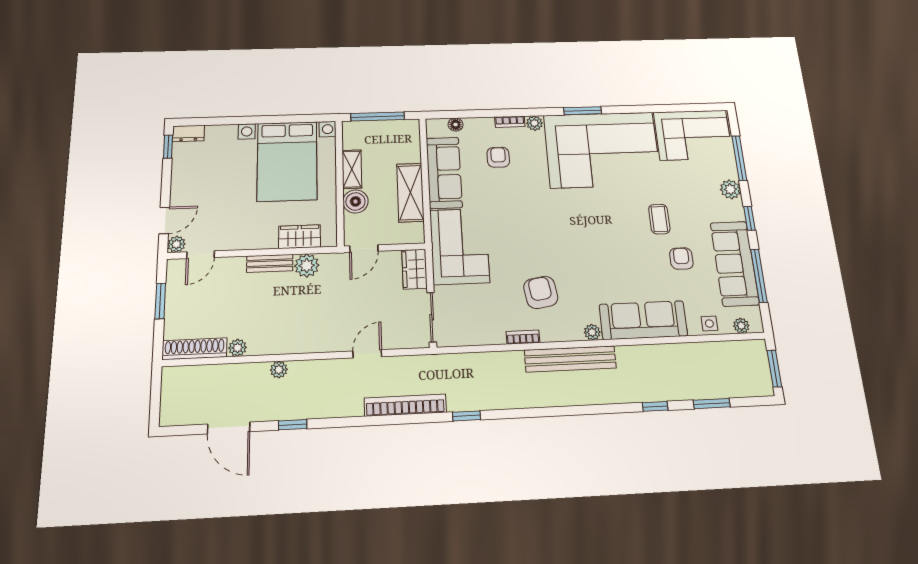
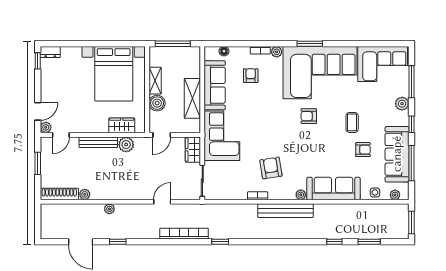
armchair: (592, 212) -> (309, 116), added
armchair: (681, 259) -> (363, 150), turned 90
bench: (270, 263) -> (98, 142), width x1.36

